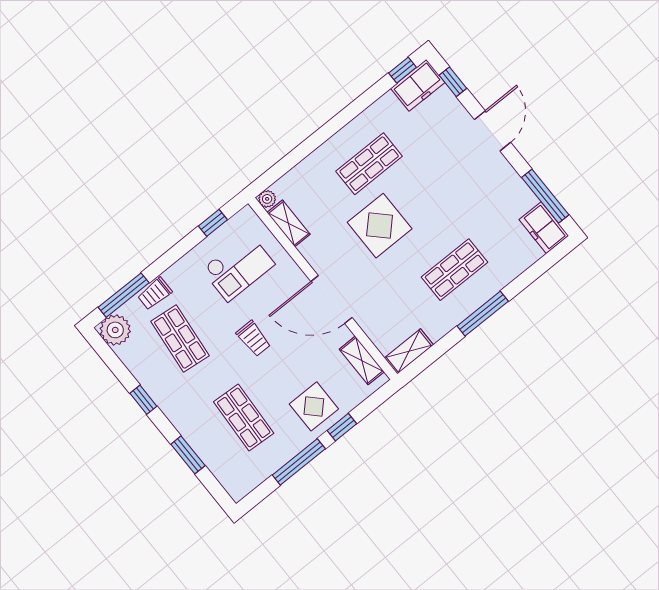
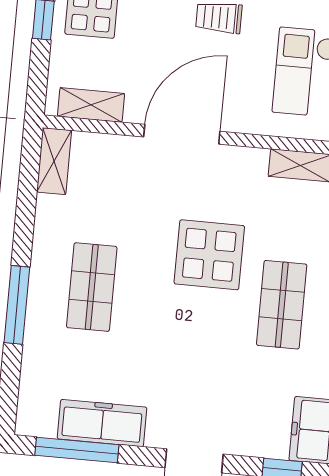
freezer: (544, 228) -> (102, 423), moved, width x1.40
window: (483, 314) -> (17, 305), moved

